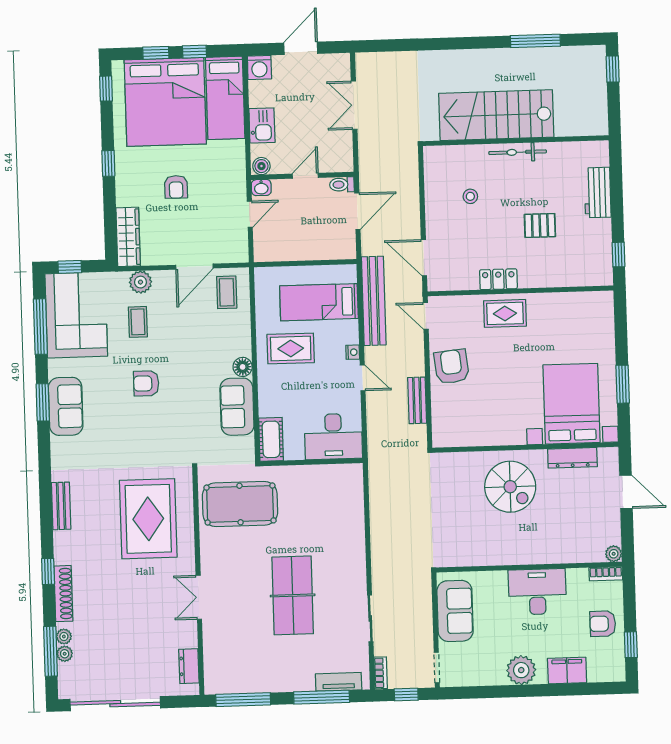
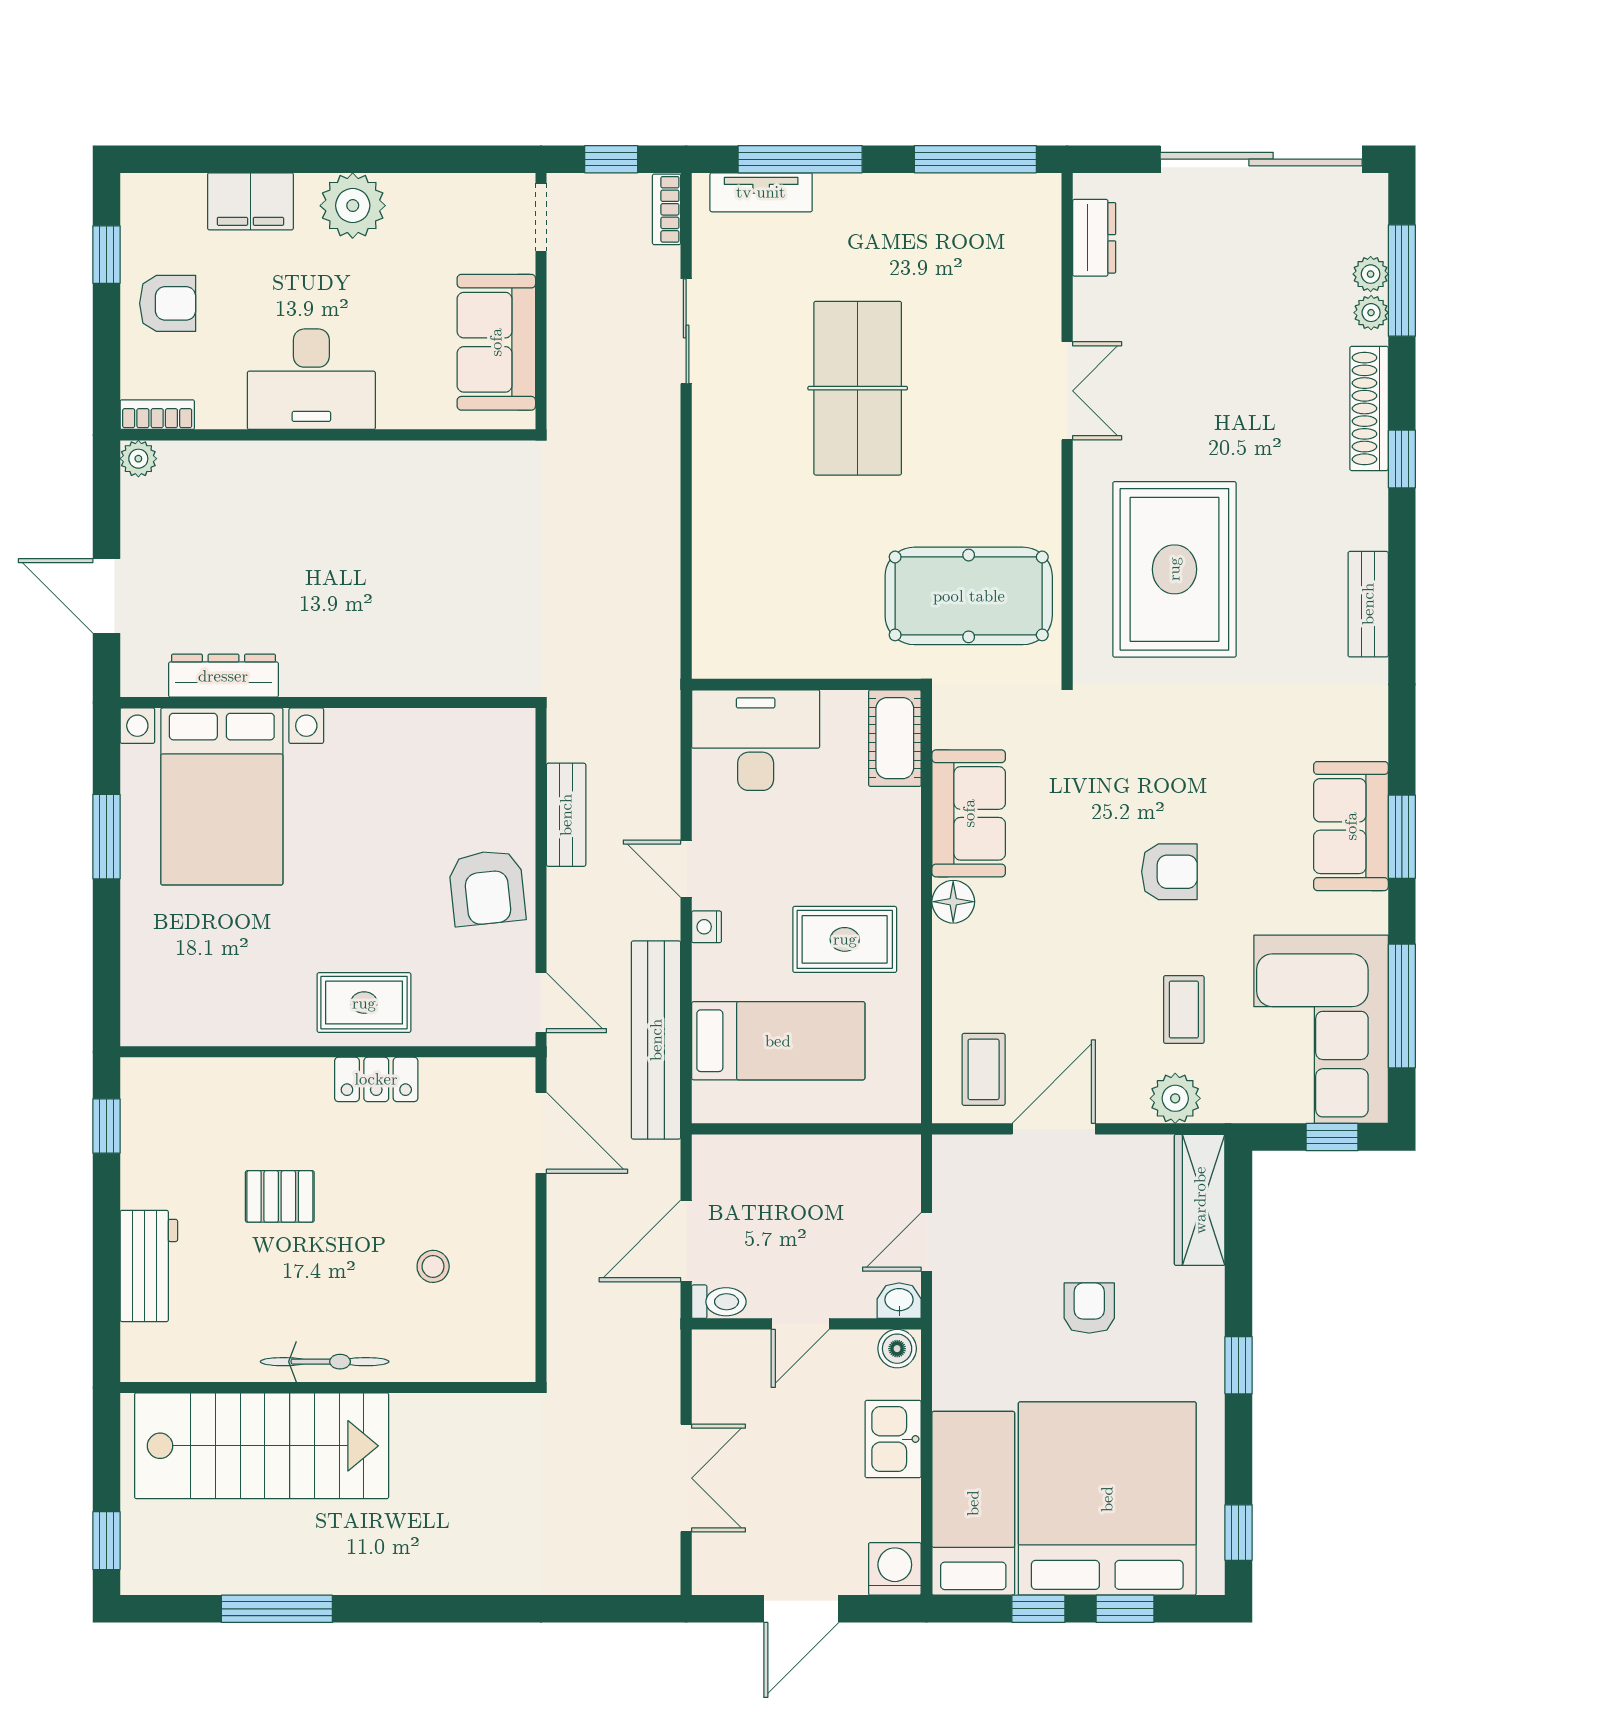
stairs: (496, 115) -> (262, 1446), moved
spiral stairs: (510, 487) -> (364, 616), removed

